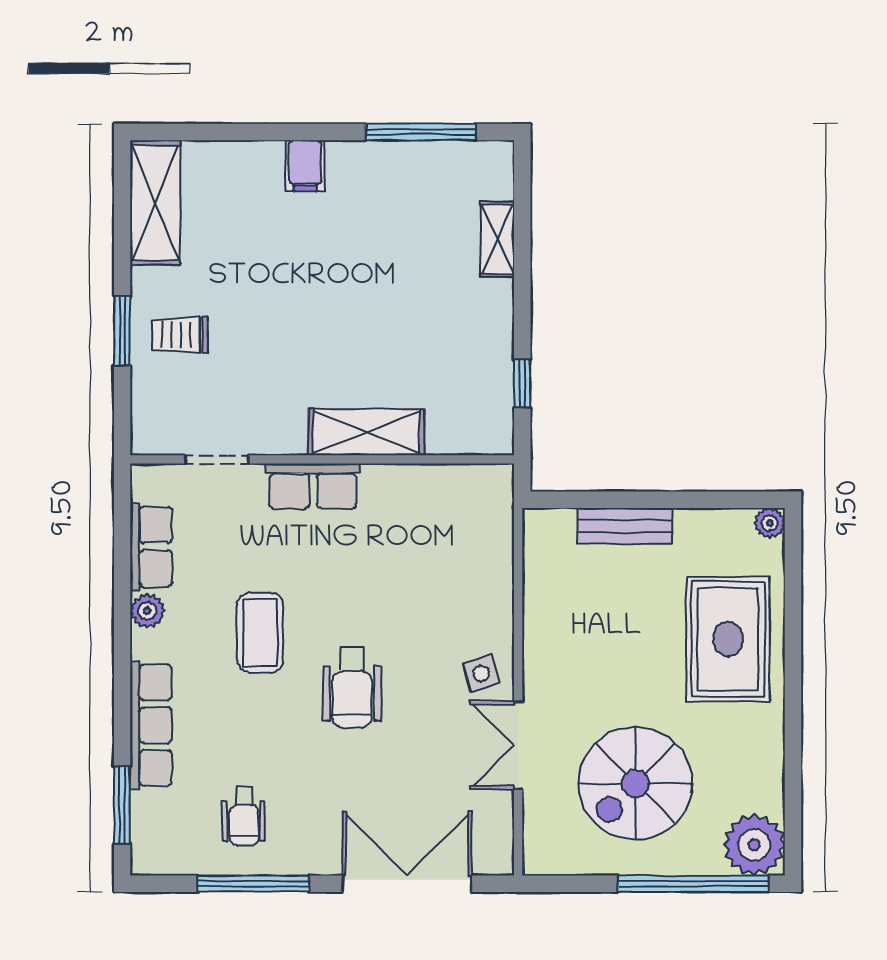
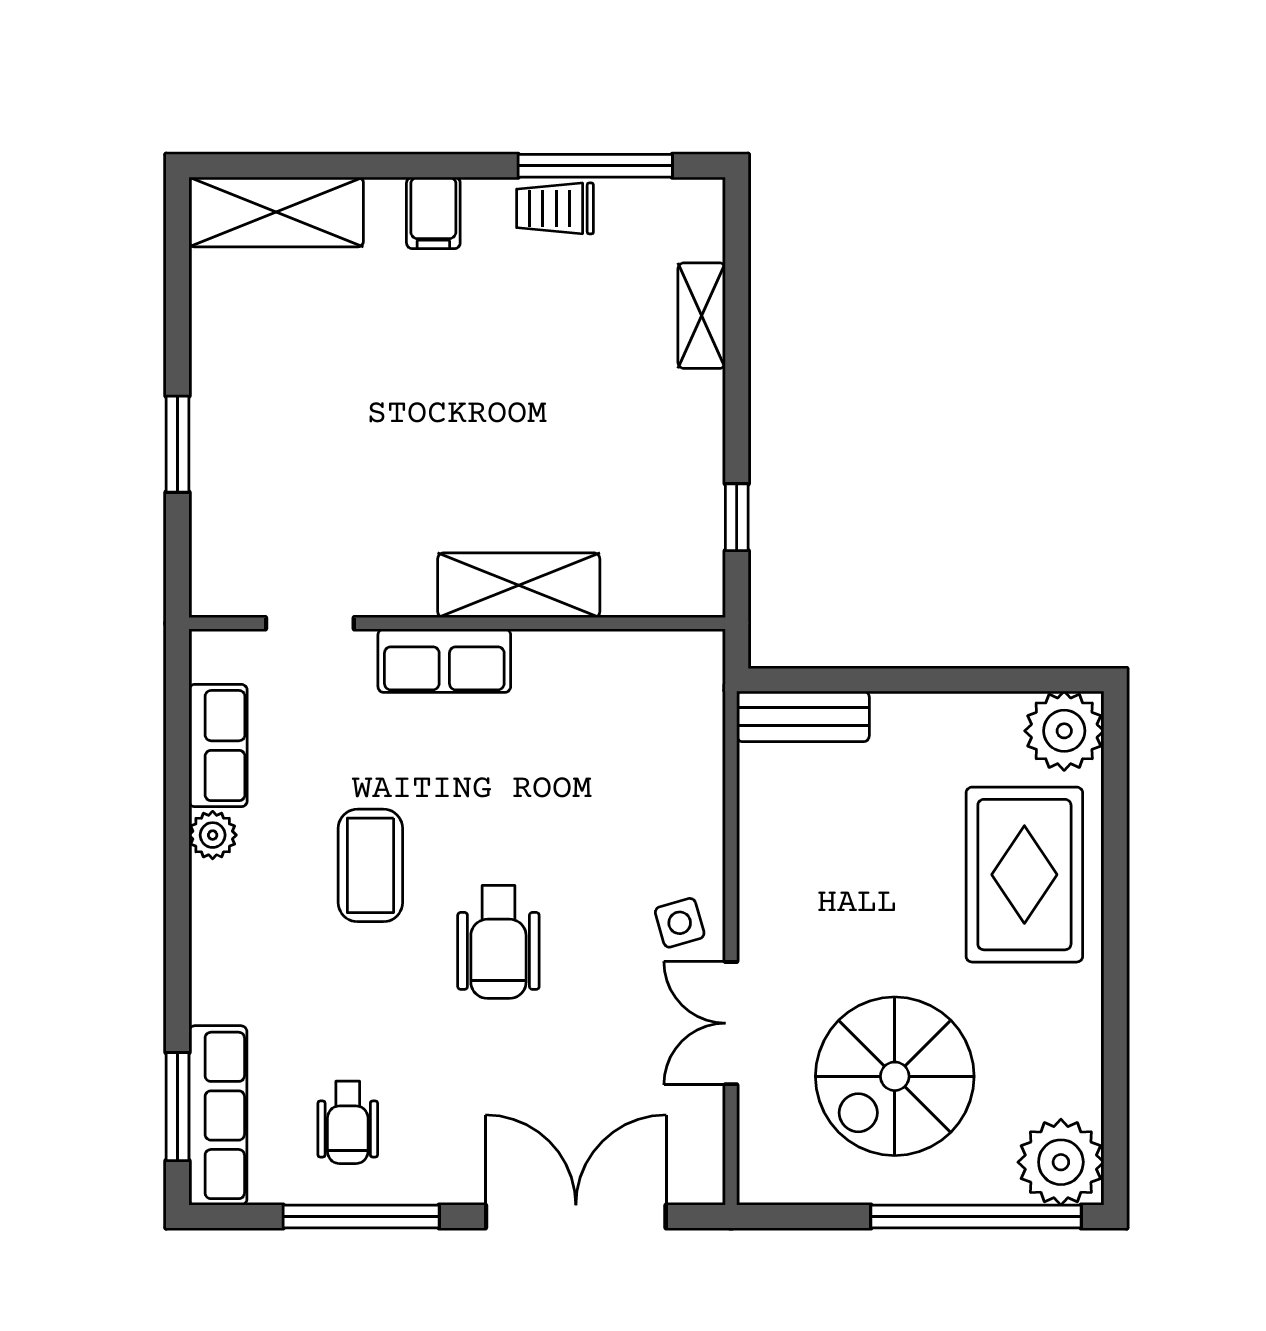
shelving: (155, 203) -> (276, 212), moved, turned 90
trolley: (180, 335) -> (555, 208), moved
plant: (770, 523) -> (1064, 731), width x1.88, depth x1.88
bench: (625, 526) -> (803, 716), moved
row of seats: (151, 725) -> (218, 1115), moved

